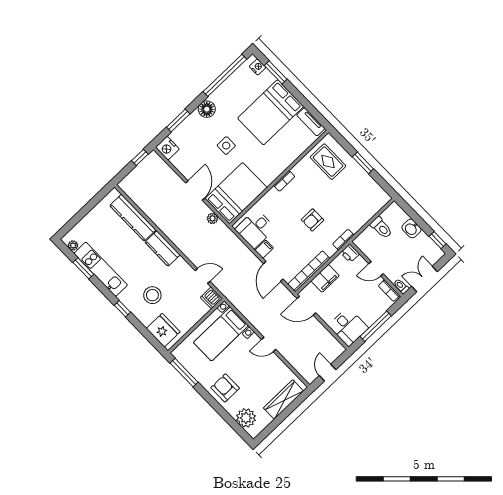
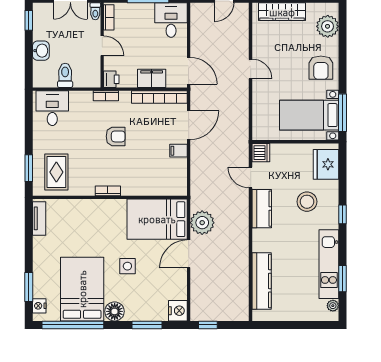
bed: (271, 112) -> (82, 289), moved, turned -90
window: (363, 163) -> (29, 168), moved
plant: (212, 218) -> (202, 223), width x1.88, depth x1.88
desk: (255, 229) -> (52, 108), moved, turned -90
kitchen counter: (162, 249) -> (262, 209), moved
bed with nightstands: (221, 334) -> (309, 115), moved, turned 180

